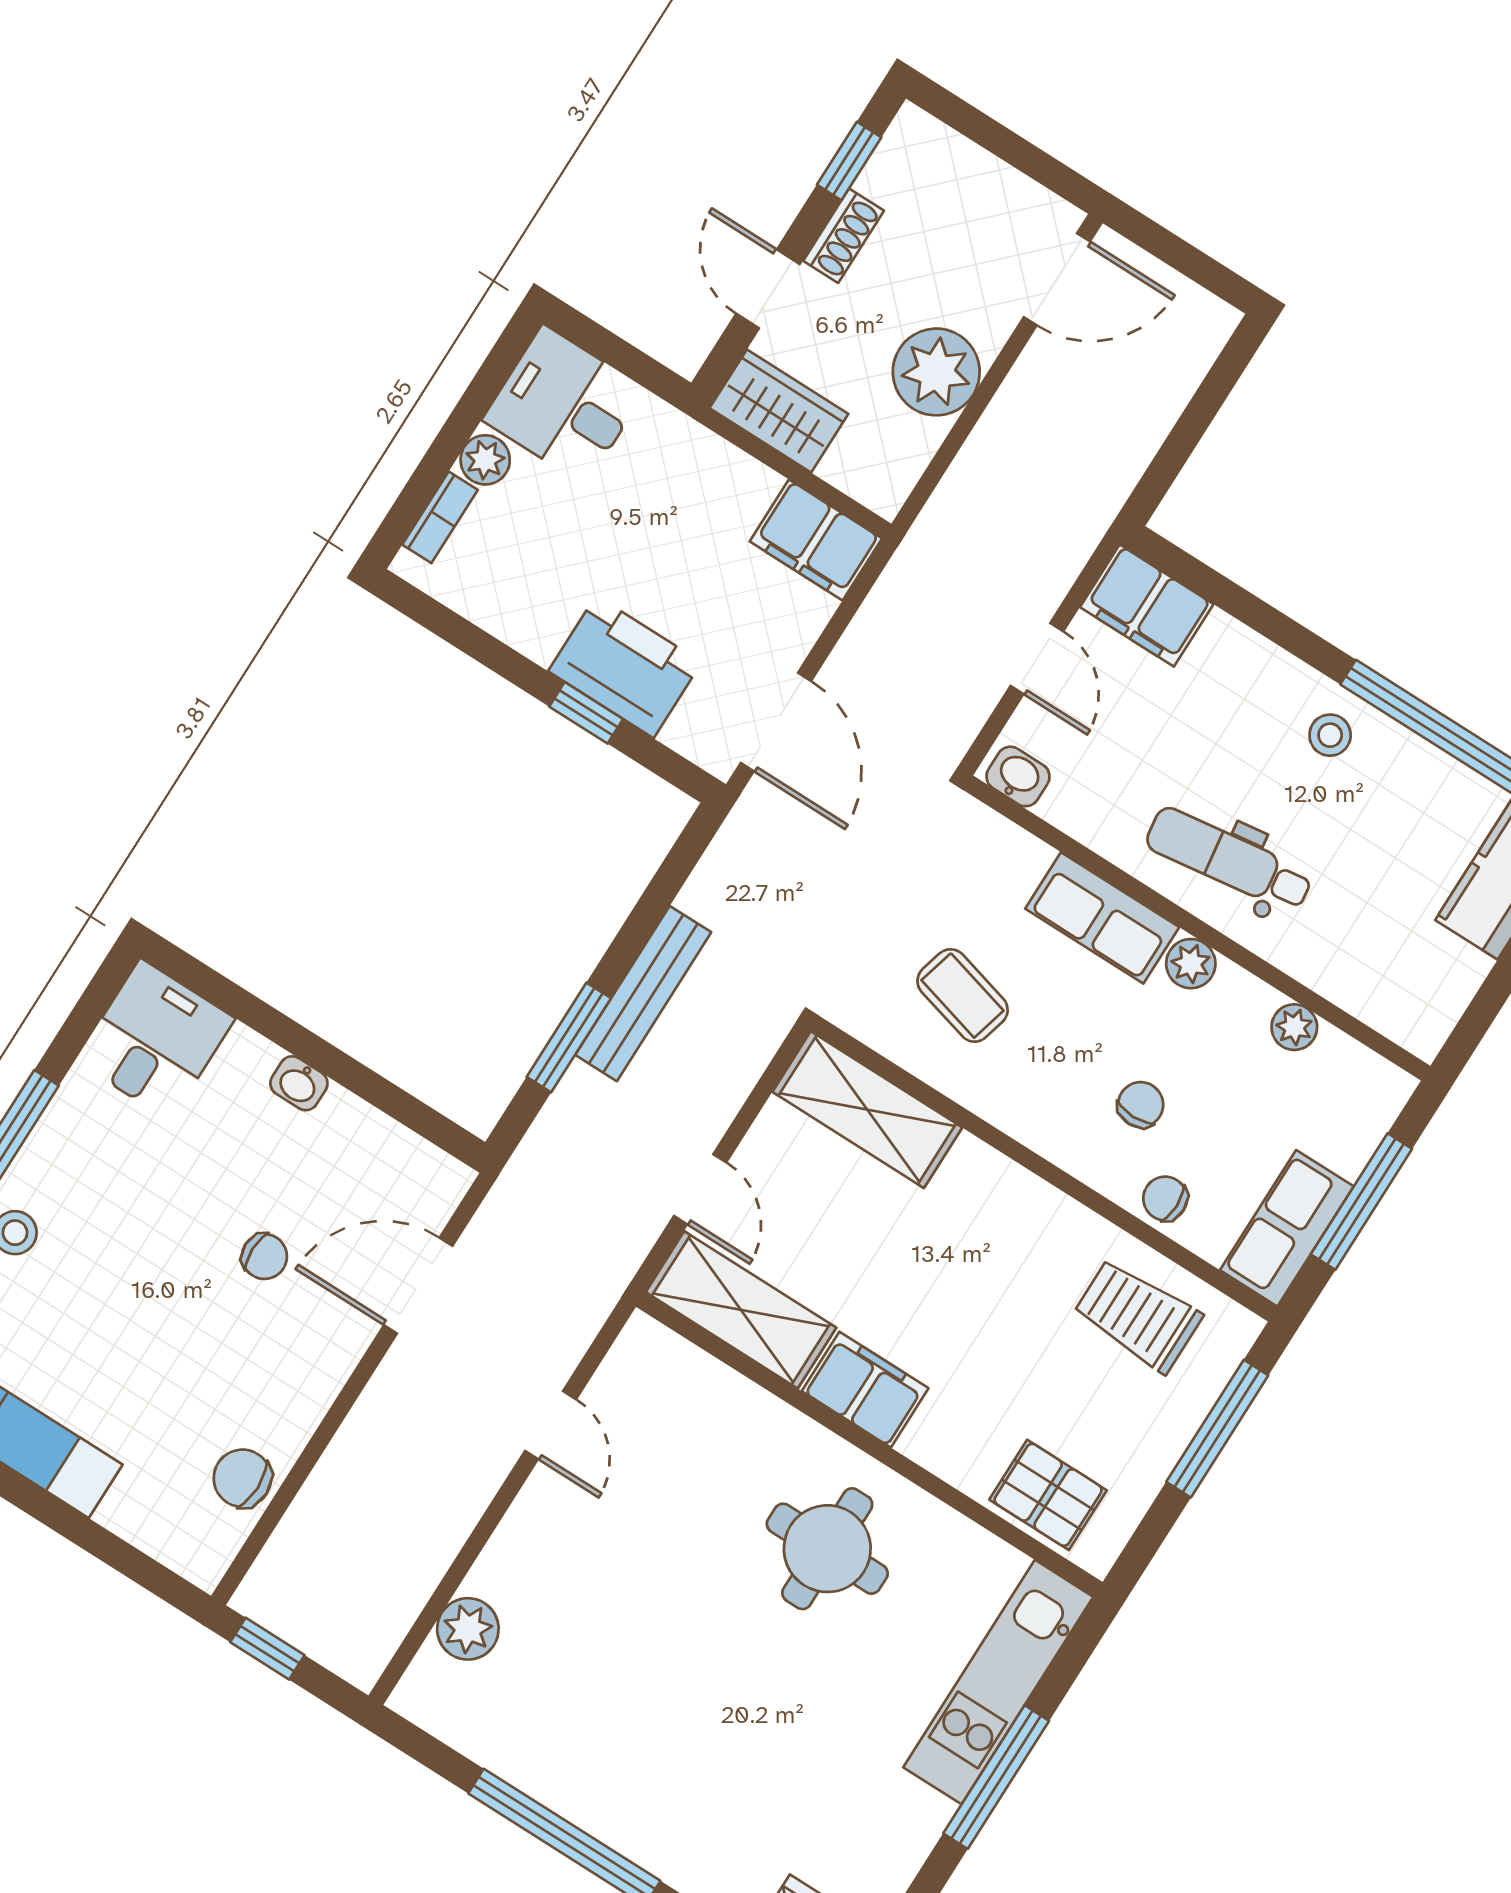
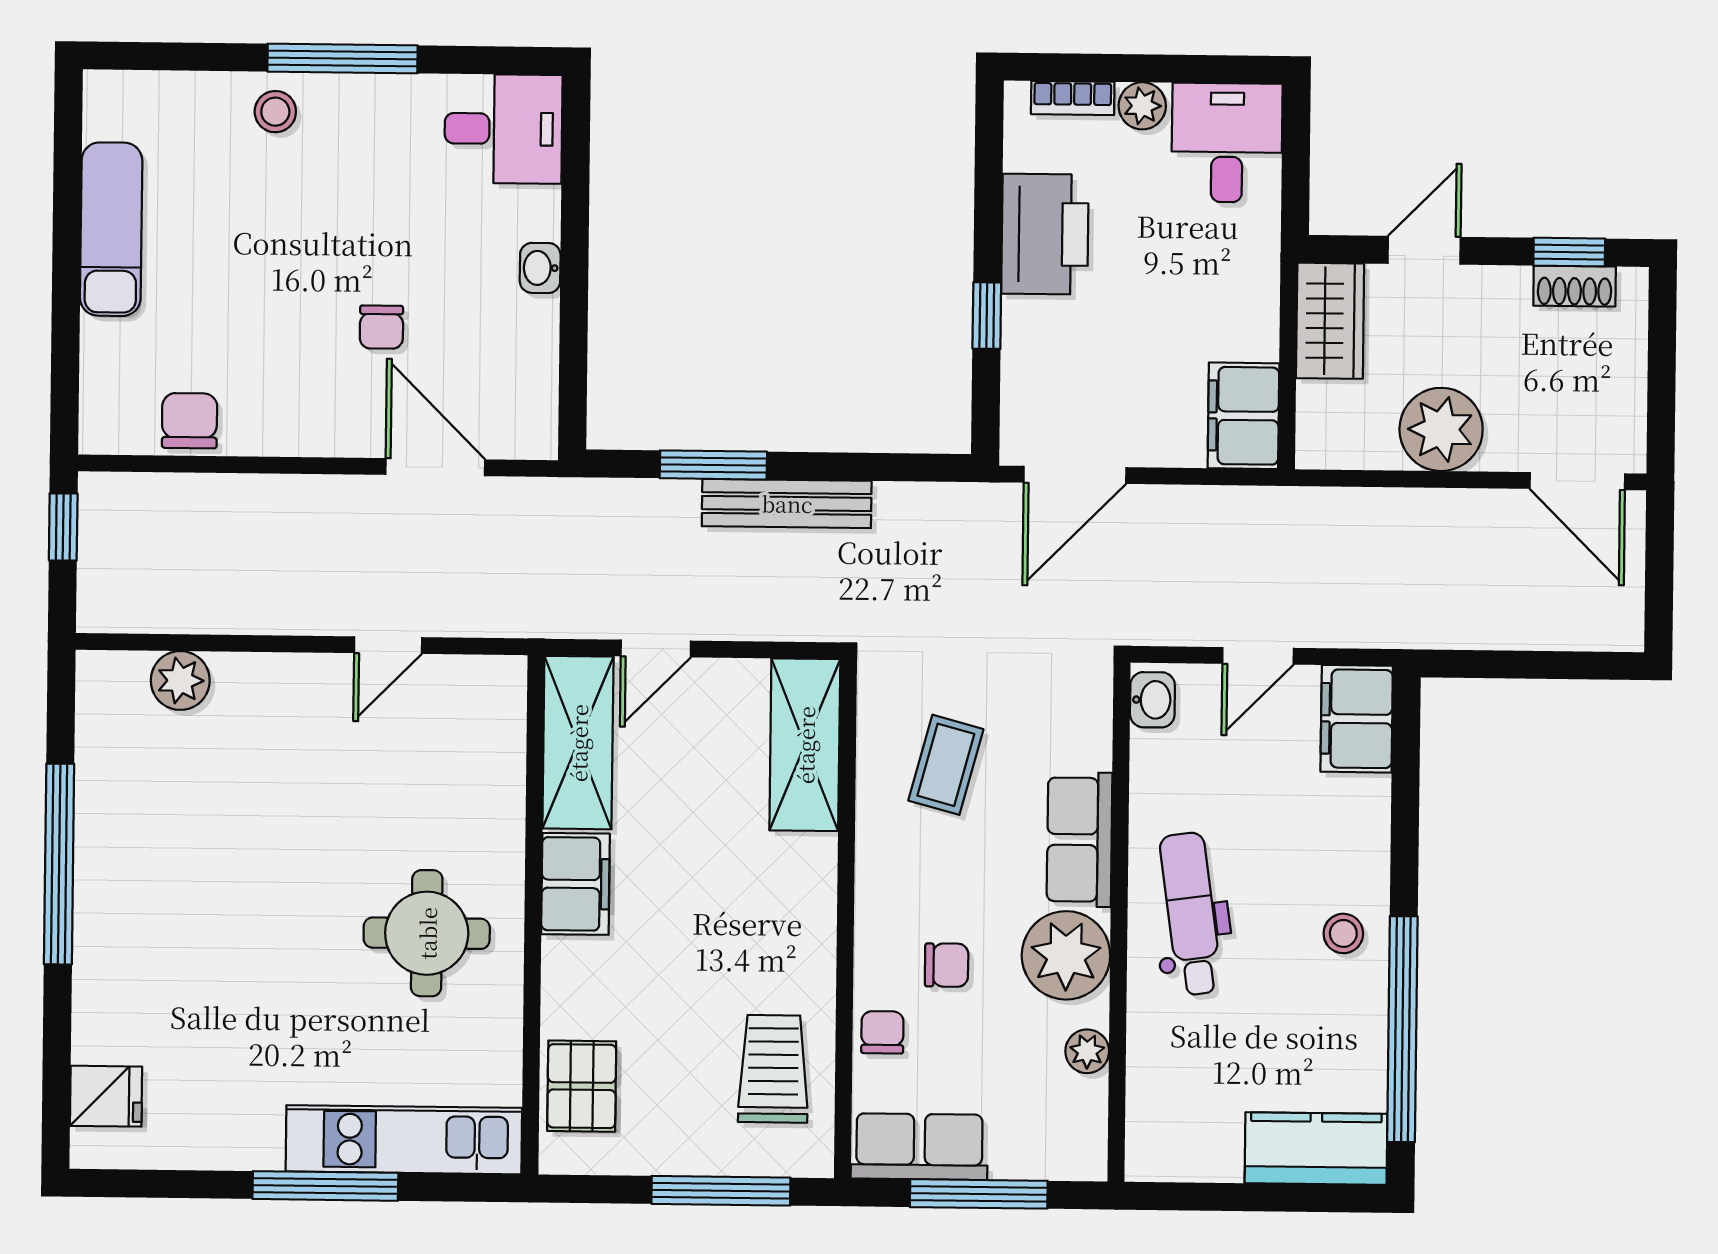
shoe rack: (844, 236) -> (1575, 286), moved
printer: (625, 667) -> (1045, 234), moved
plant: (1191, 964) -> (1066, 955), width x1.87, depth x1.87

